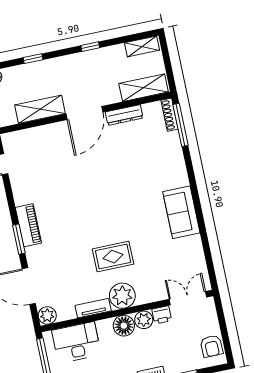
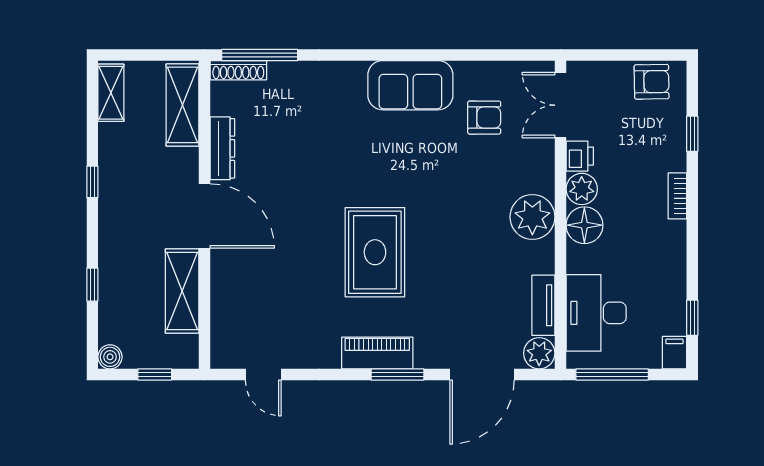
rug: (113, 257) -> (375, 252), moved, width x1.36, depth x1.43
armchair: (172, 257) -> (484, 118), added
tv unit: (93, 308) -> (543, 305), moved

